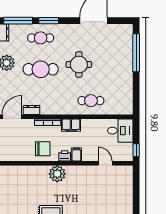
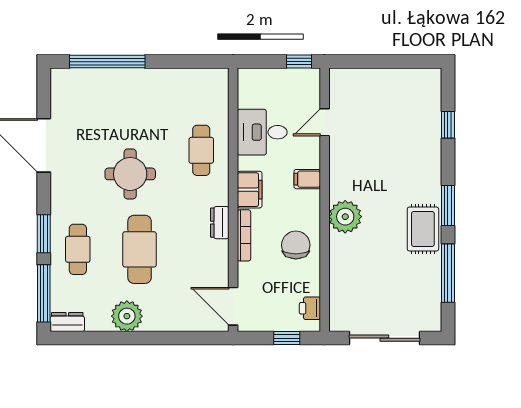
dresser: (31, 110) -> (220, 223), moved
desk: (120, 131) -> (262, 132), moved, turned -90
printer: (65, 156) -> (310, 308), moved

